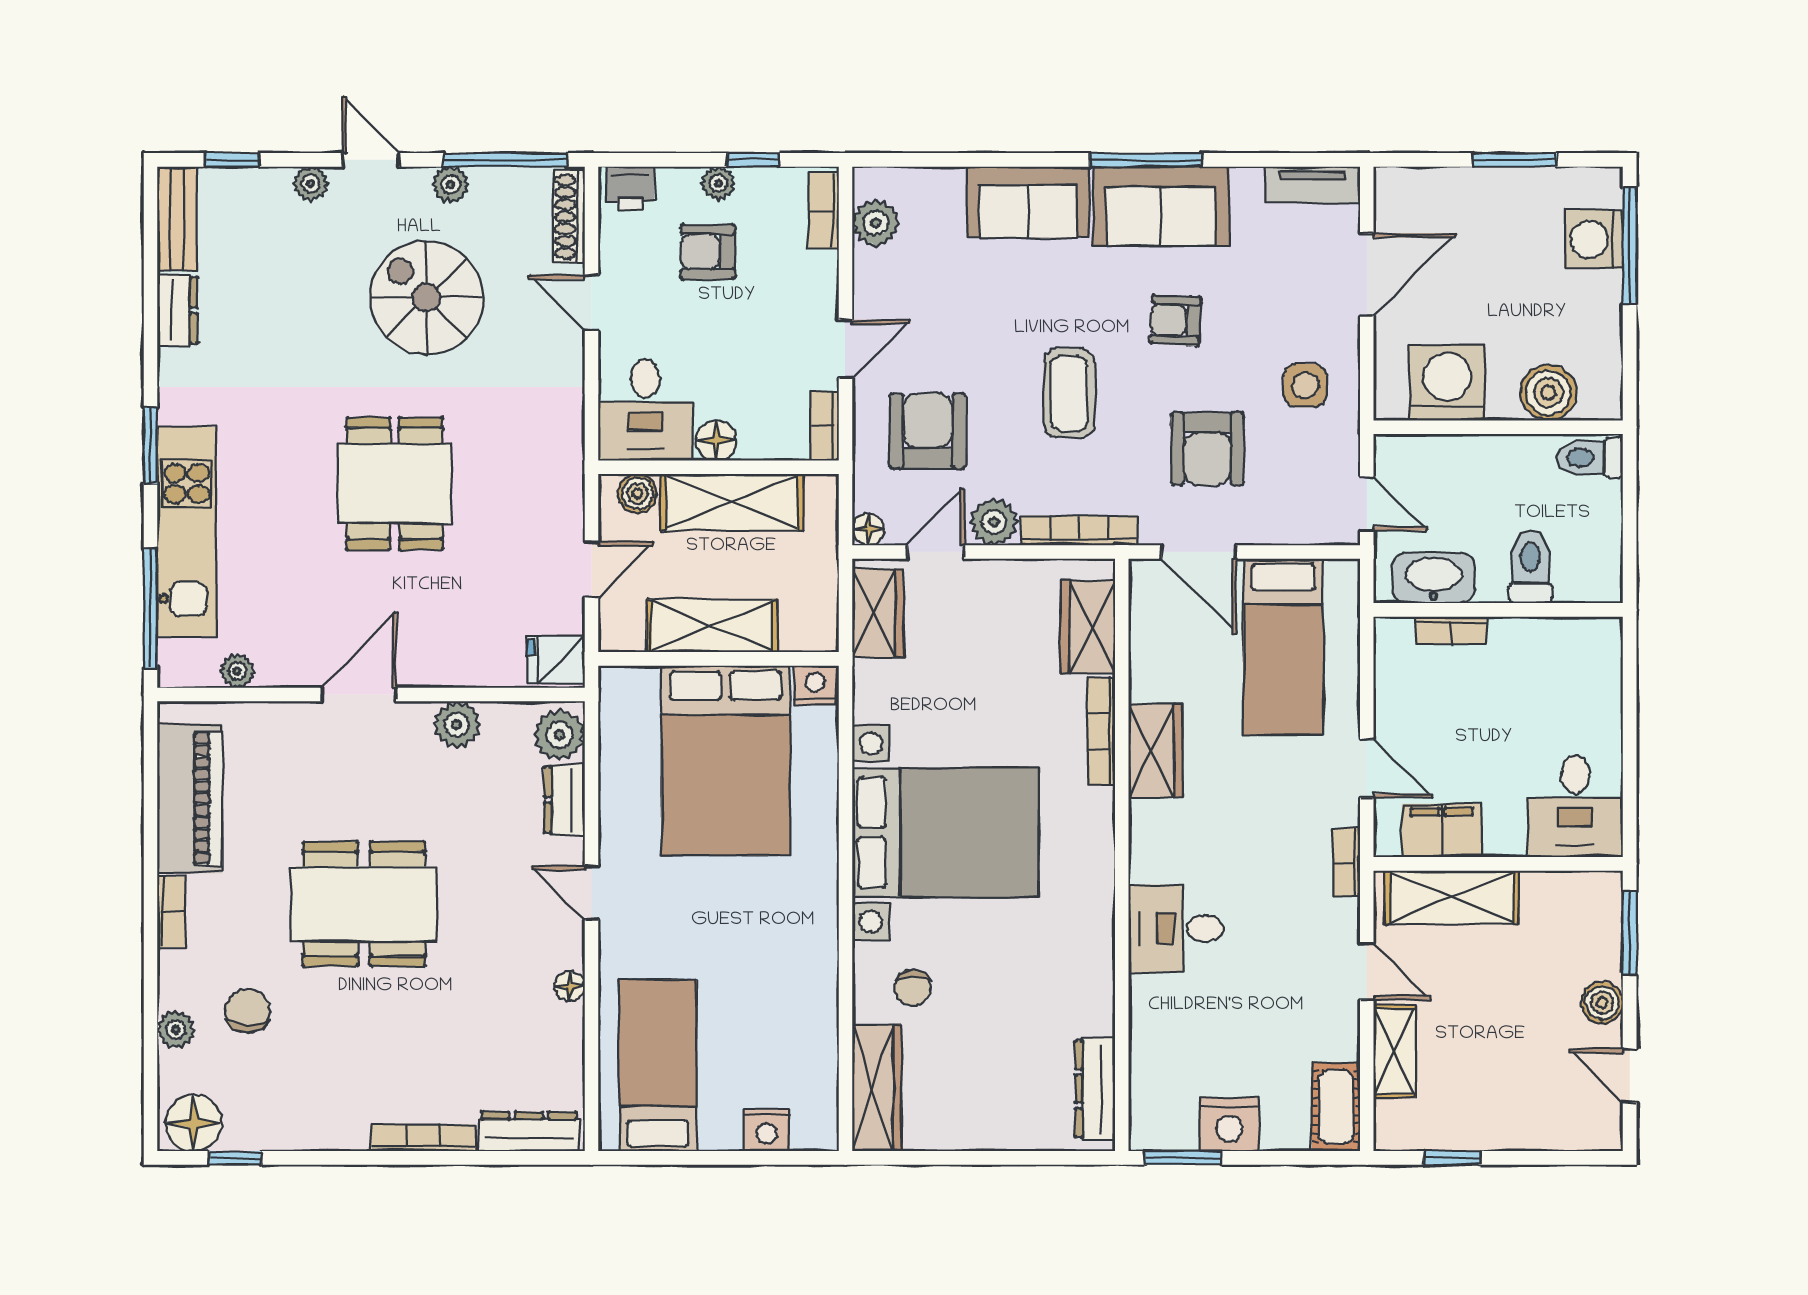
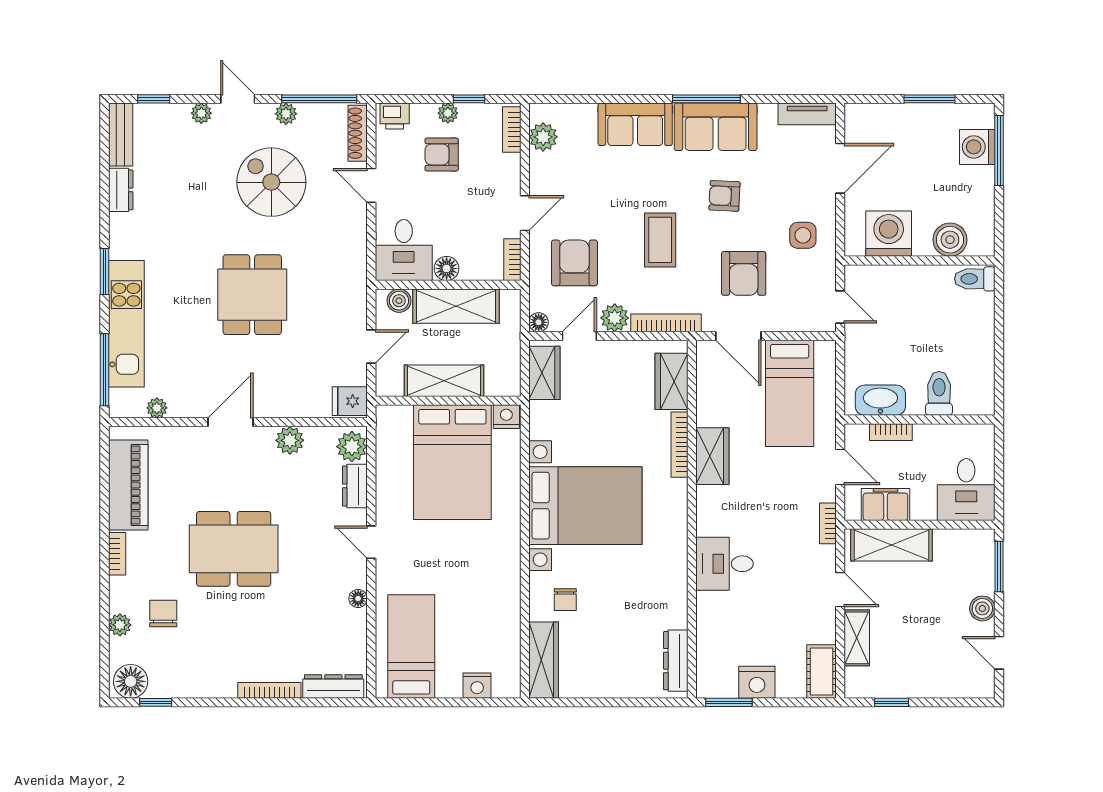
toilet: (1530, 567) -> (939, 393), moved
washbasin: (1434, 578) -> (880, 400), moved
wall: (1498, 610) -> (920, 420), moved
bookcase: (1451, 631) -> (891, 432), moved

